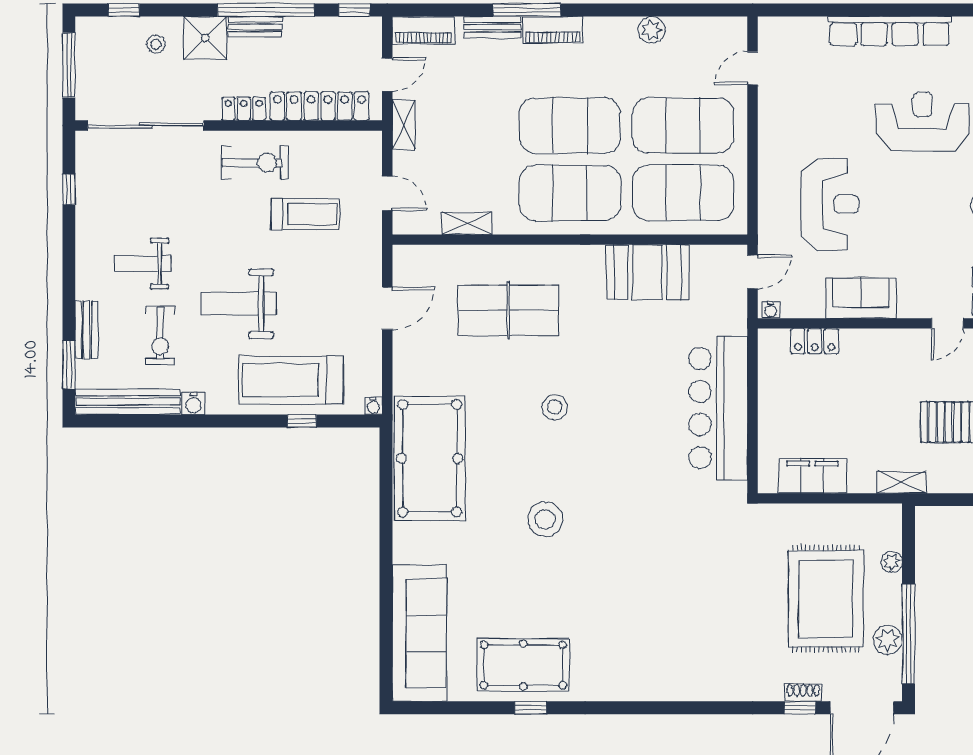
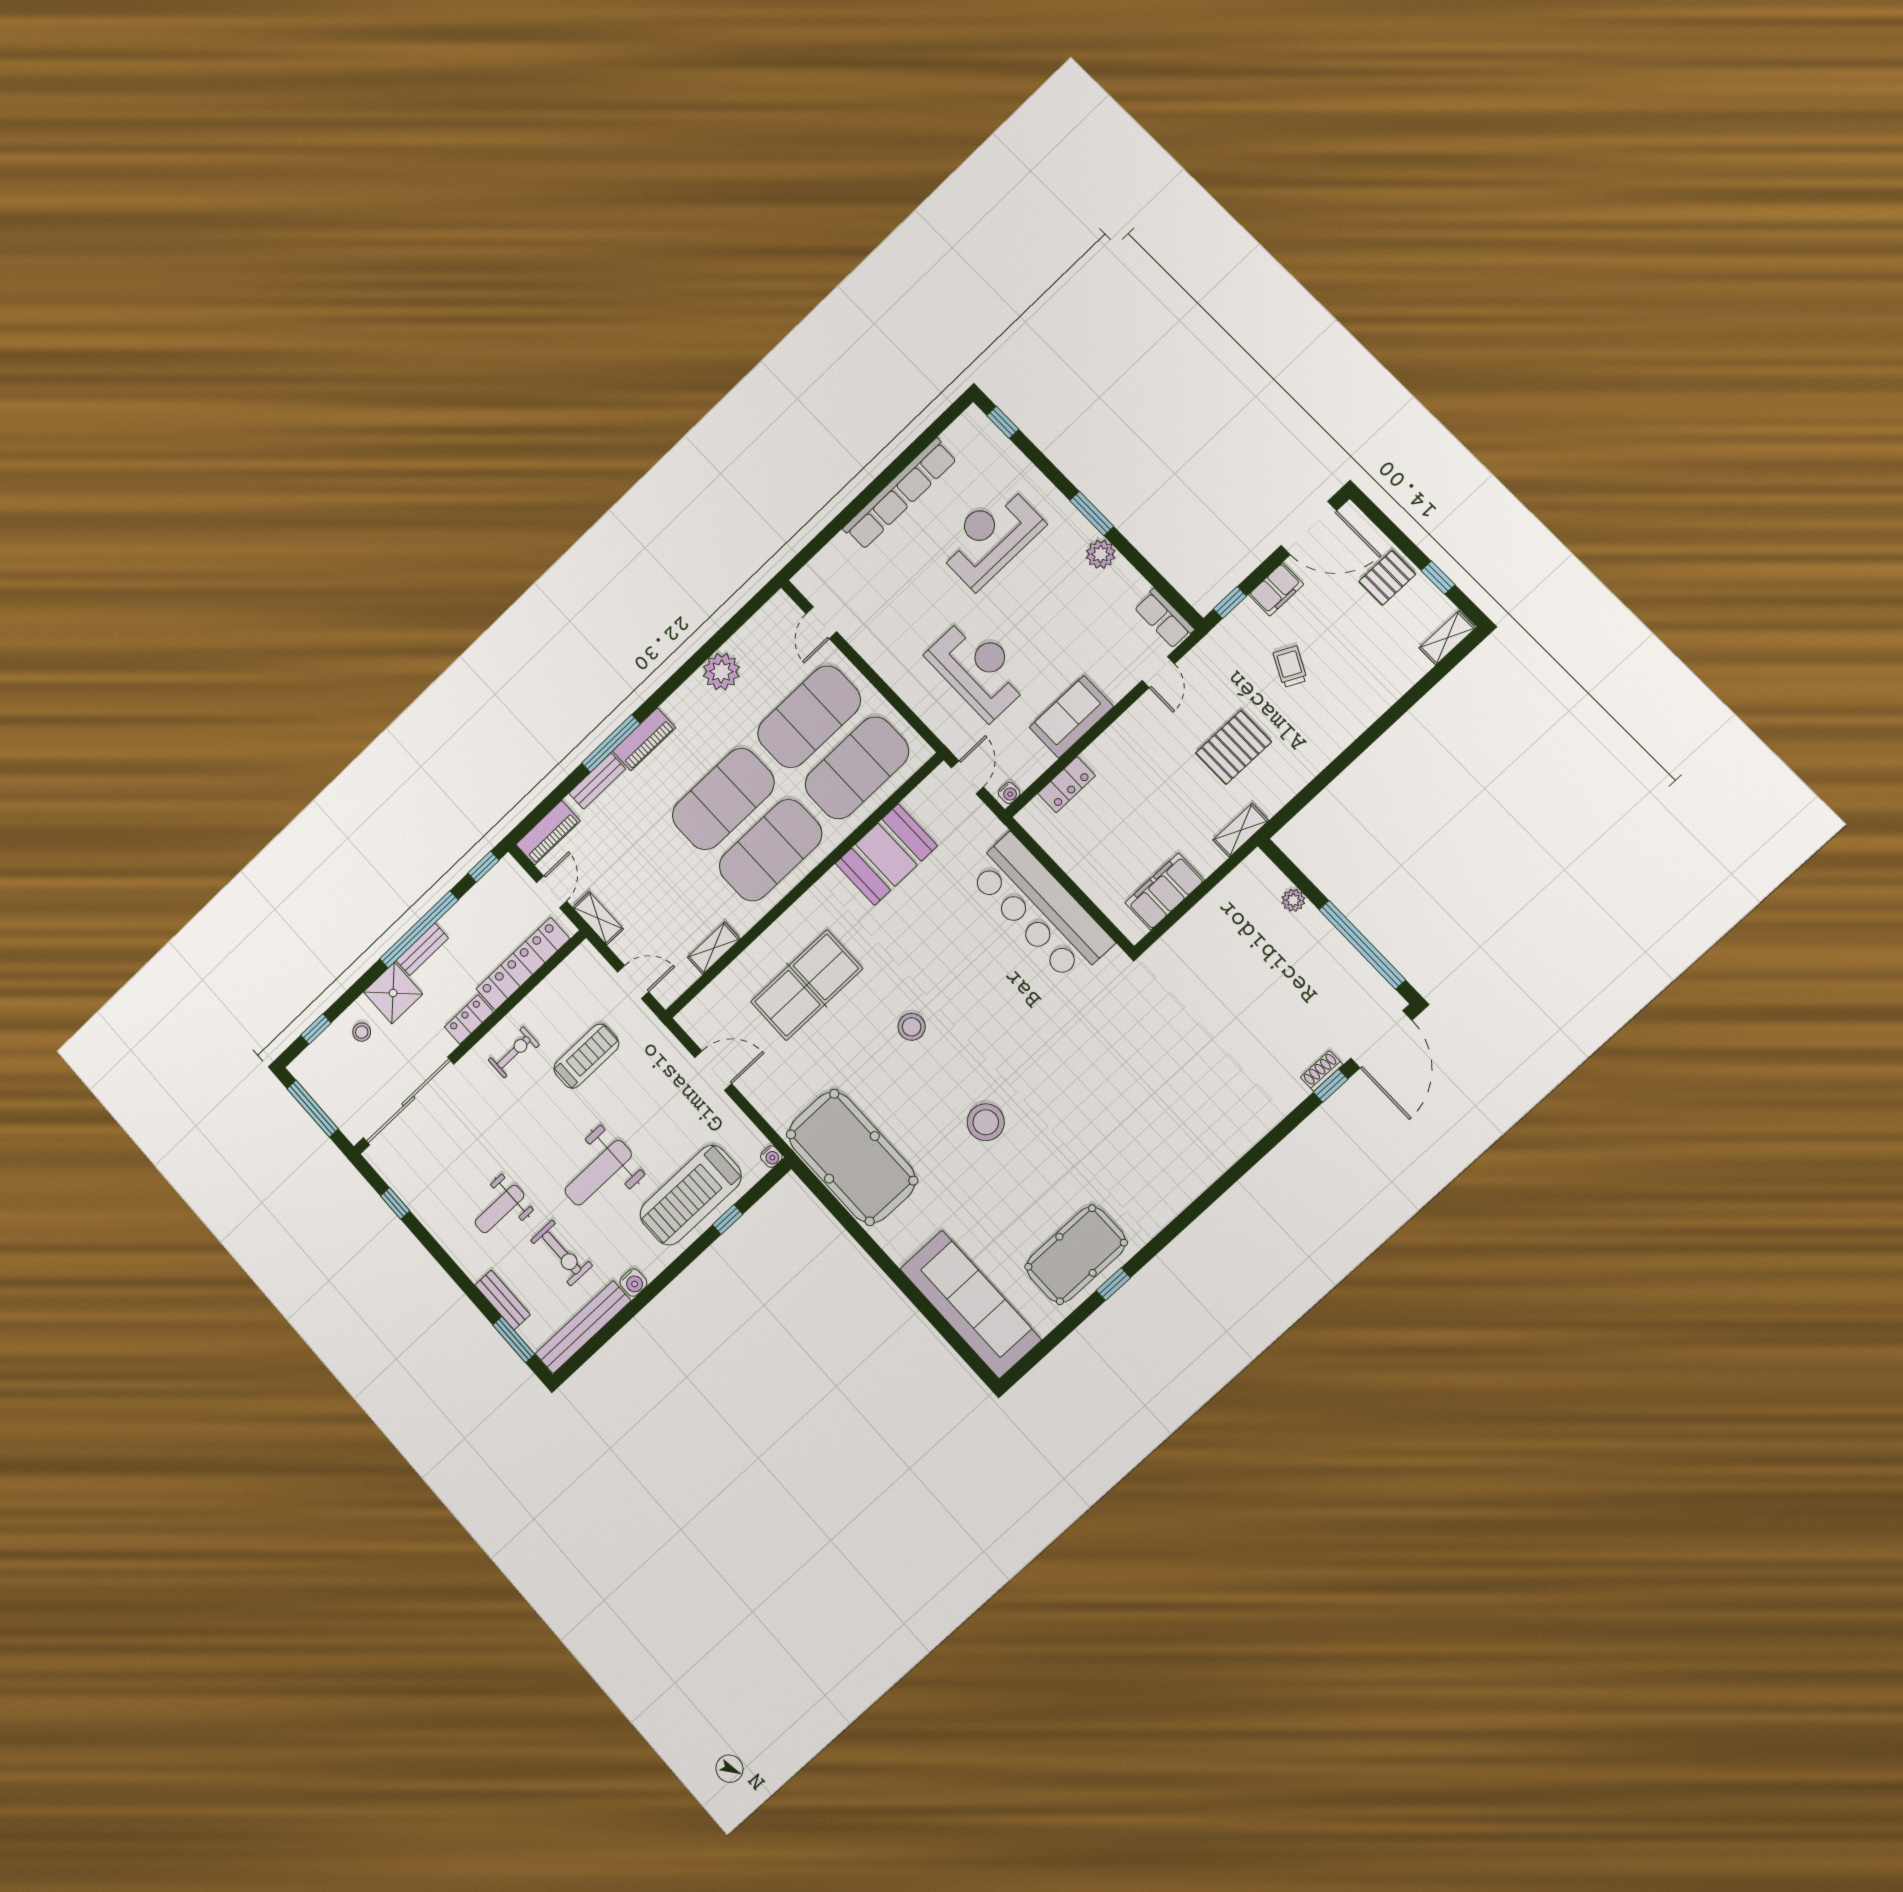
plant: (651, 30) -> (721, 672), width x1.36, depth x1.36
exercise bike: (255, 163) -> (514, 1052), width x0.73, depth x0.72
door: (387, 308) -> (713, 1071), hinge flipped
rug: (826, 599) -> (1268, 979), removed
plant: (888, 640) -> (1350, 965), removed

